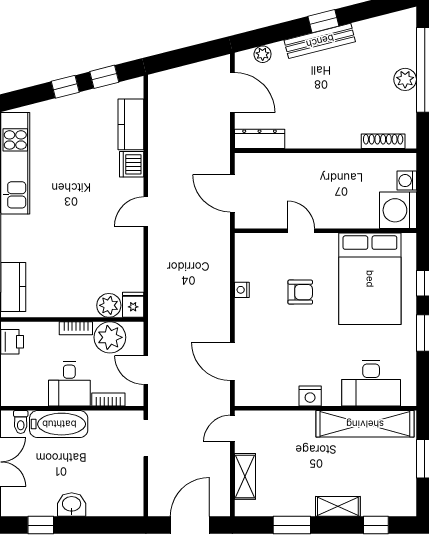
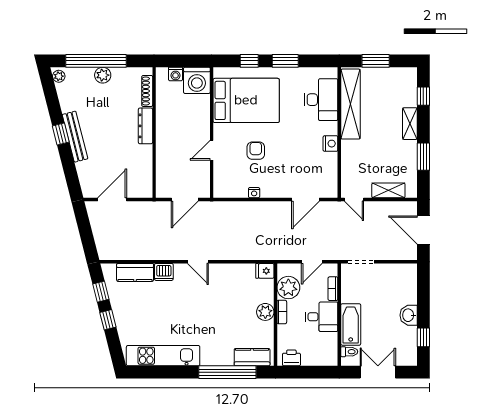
plant: (263, 54) -> (59, 76), moved
dresser: (260, 139) -> (145, 126), moved
plant: (109, 305) -> (265, 312), moved

